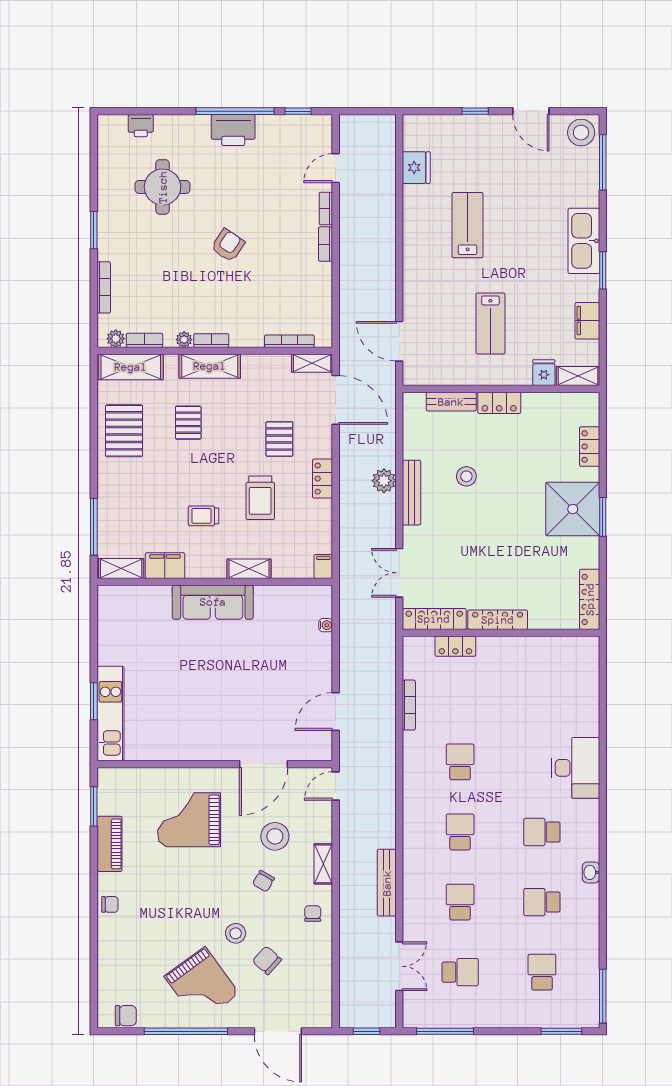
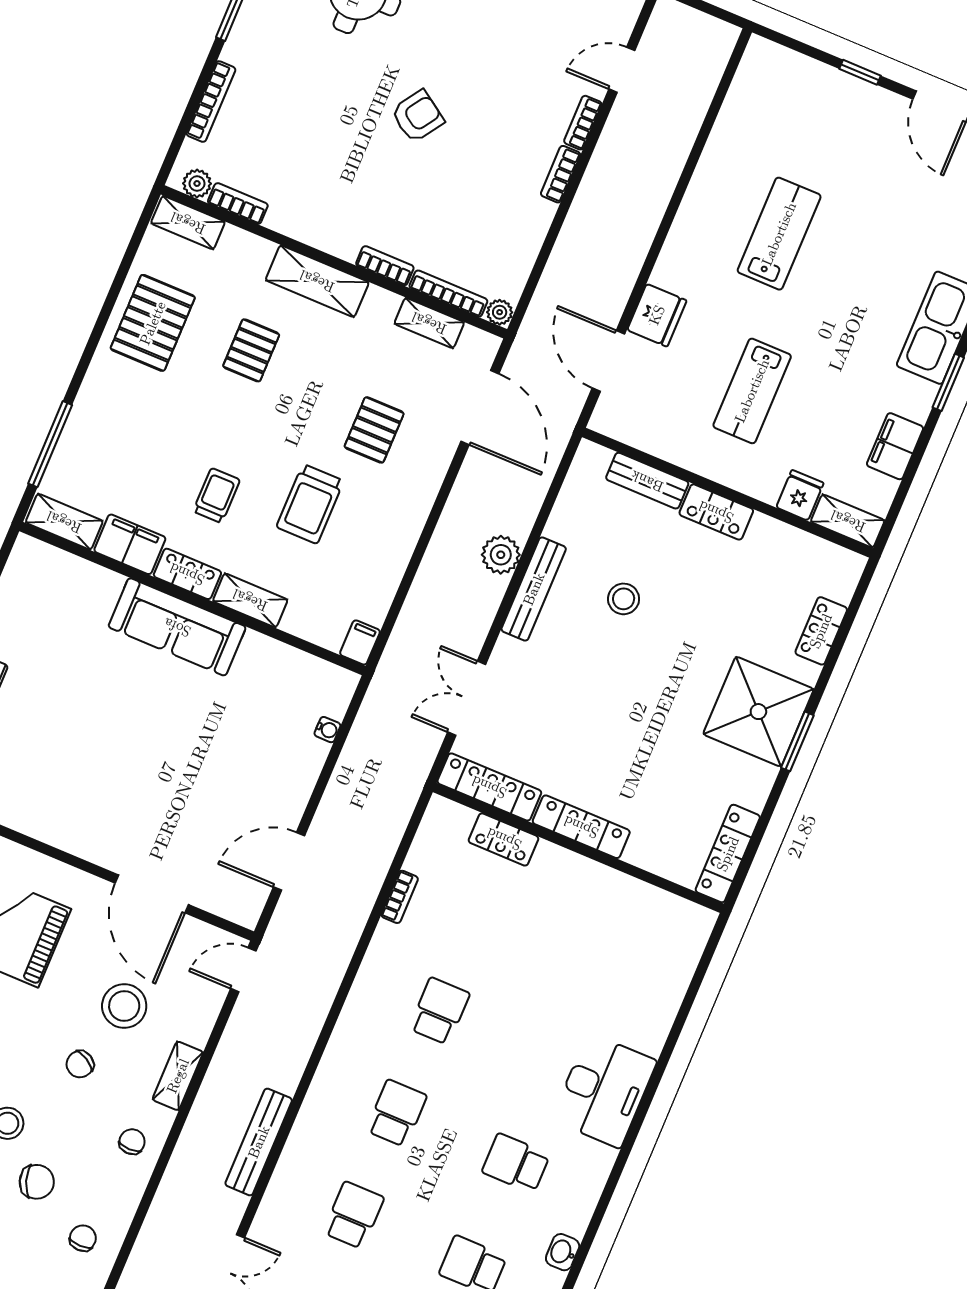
fridge: (416, 168) -> (657, 315), moved
plant: (184, 340) -> (500, 312), moved
bookcase: (211, 341) -> (385, 266), moved
shelving: (312, 363) -> (429, 323), moved
shelving: (131, 367) -> (188, 223), width x0.67, depth x0.75
locker: (323, 479) -> (187, 574), moved, turned 90
trolley: (204, 516) -> (217, 496), turned 90
bookcase: (409, 705) -> (400, 897), width x0.64
door: (263, 764) -> (152, 894), hinge flipped
chair: (267, 960) -> (37, 1182), turned 119
chair: (308, 982) -> (83, 1238), added

